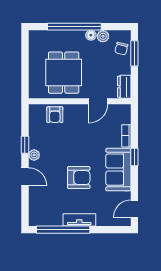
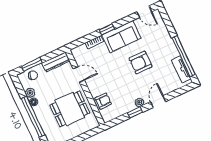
dresser: (124, 87) -> (56, 62), width x1.44
armchair: (79, 178) -> (141, 62), turned -90
tv unit: (79, 220) -> (181, 70), moved

